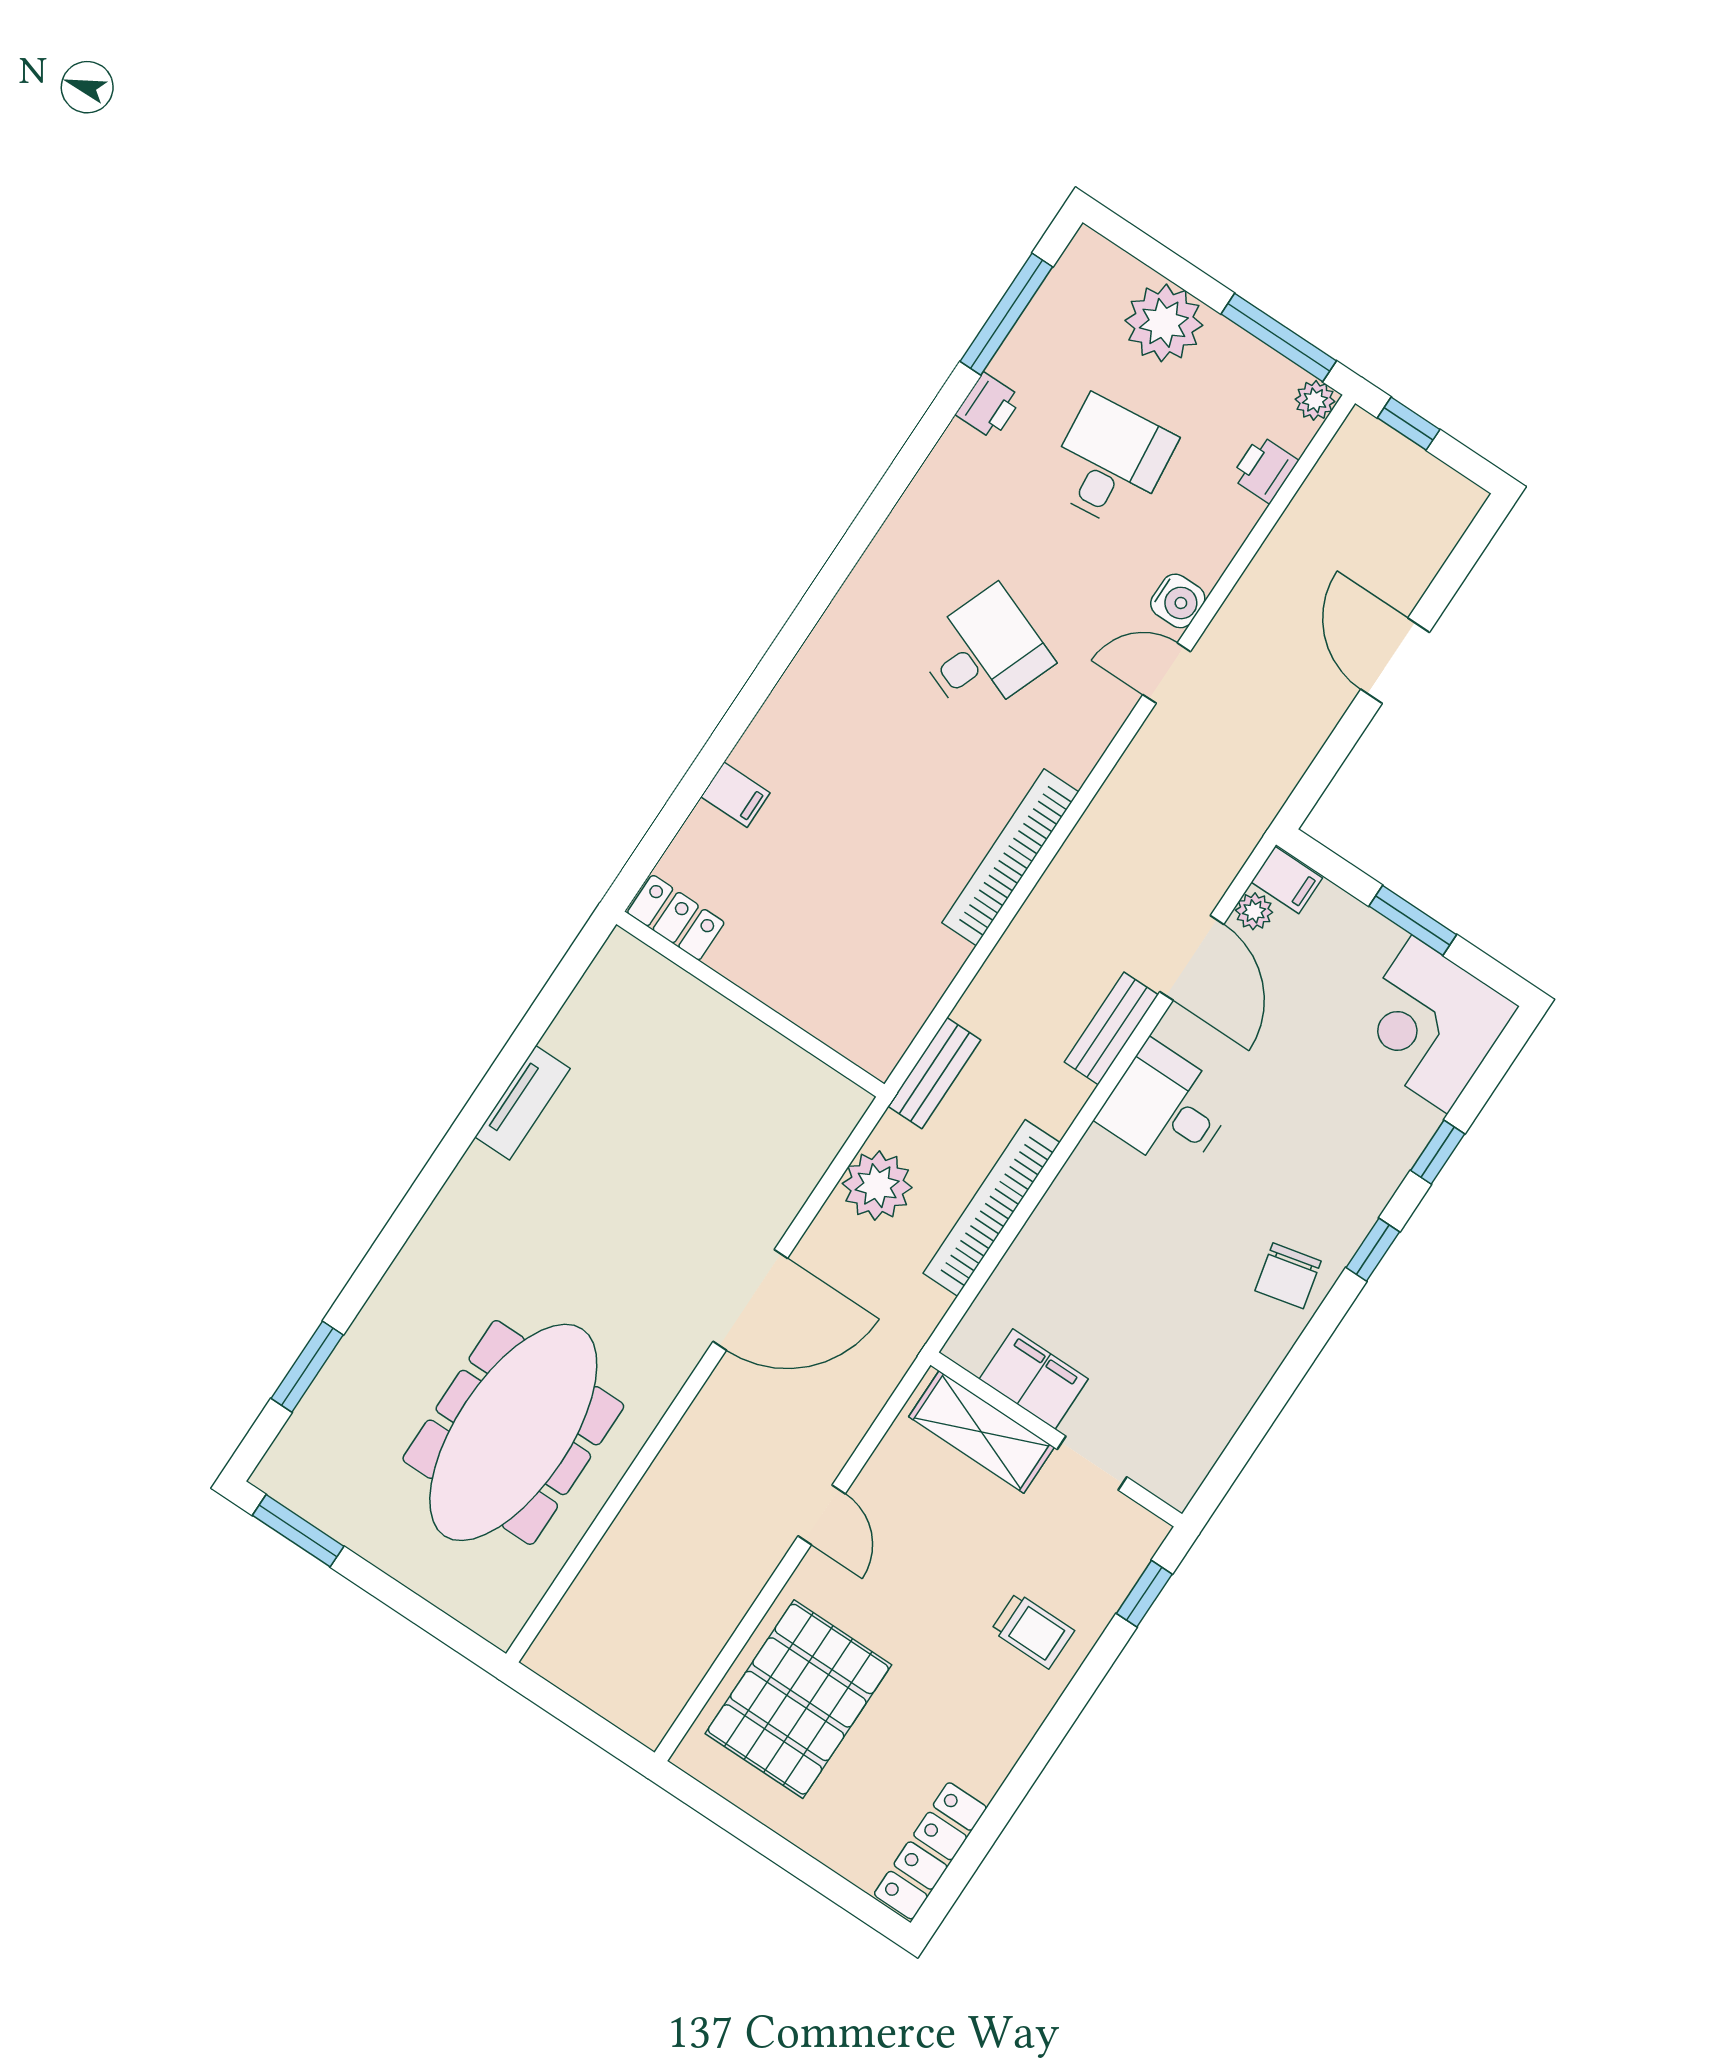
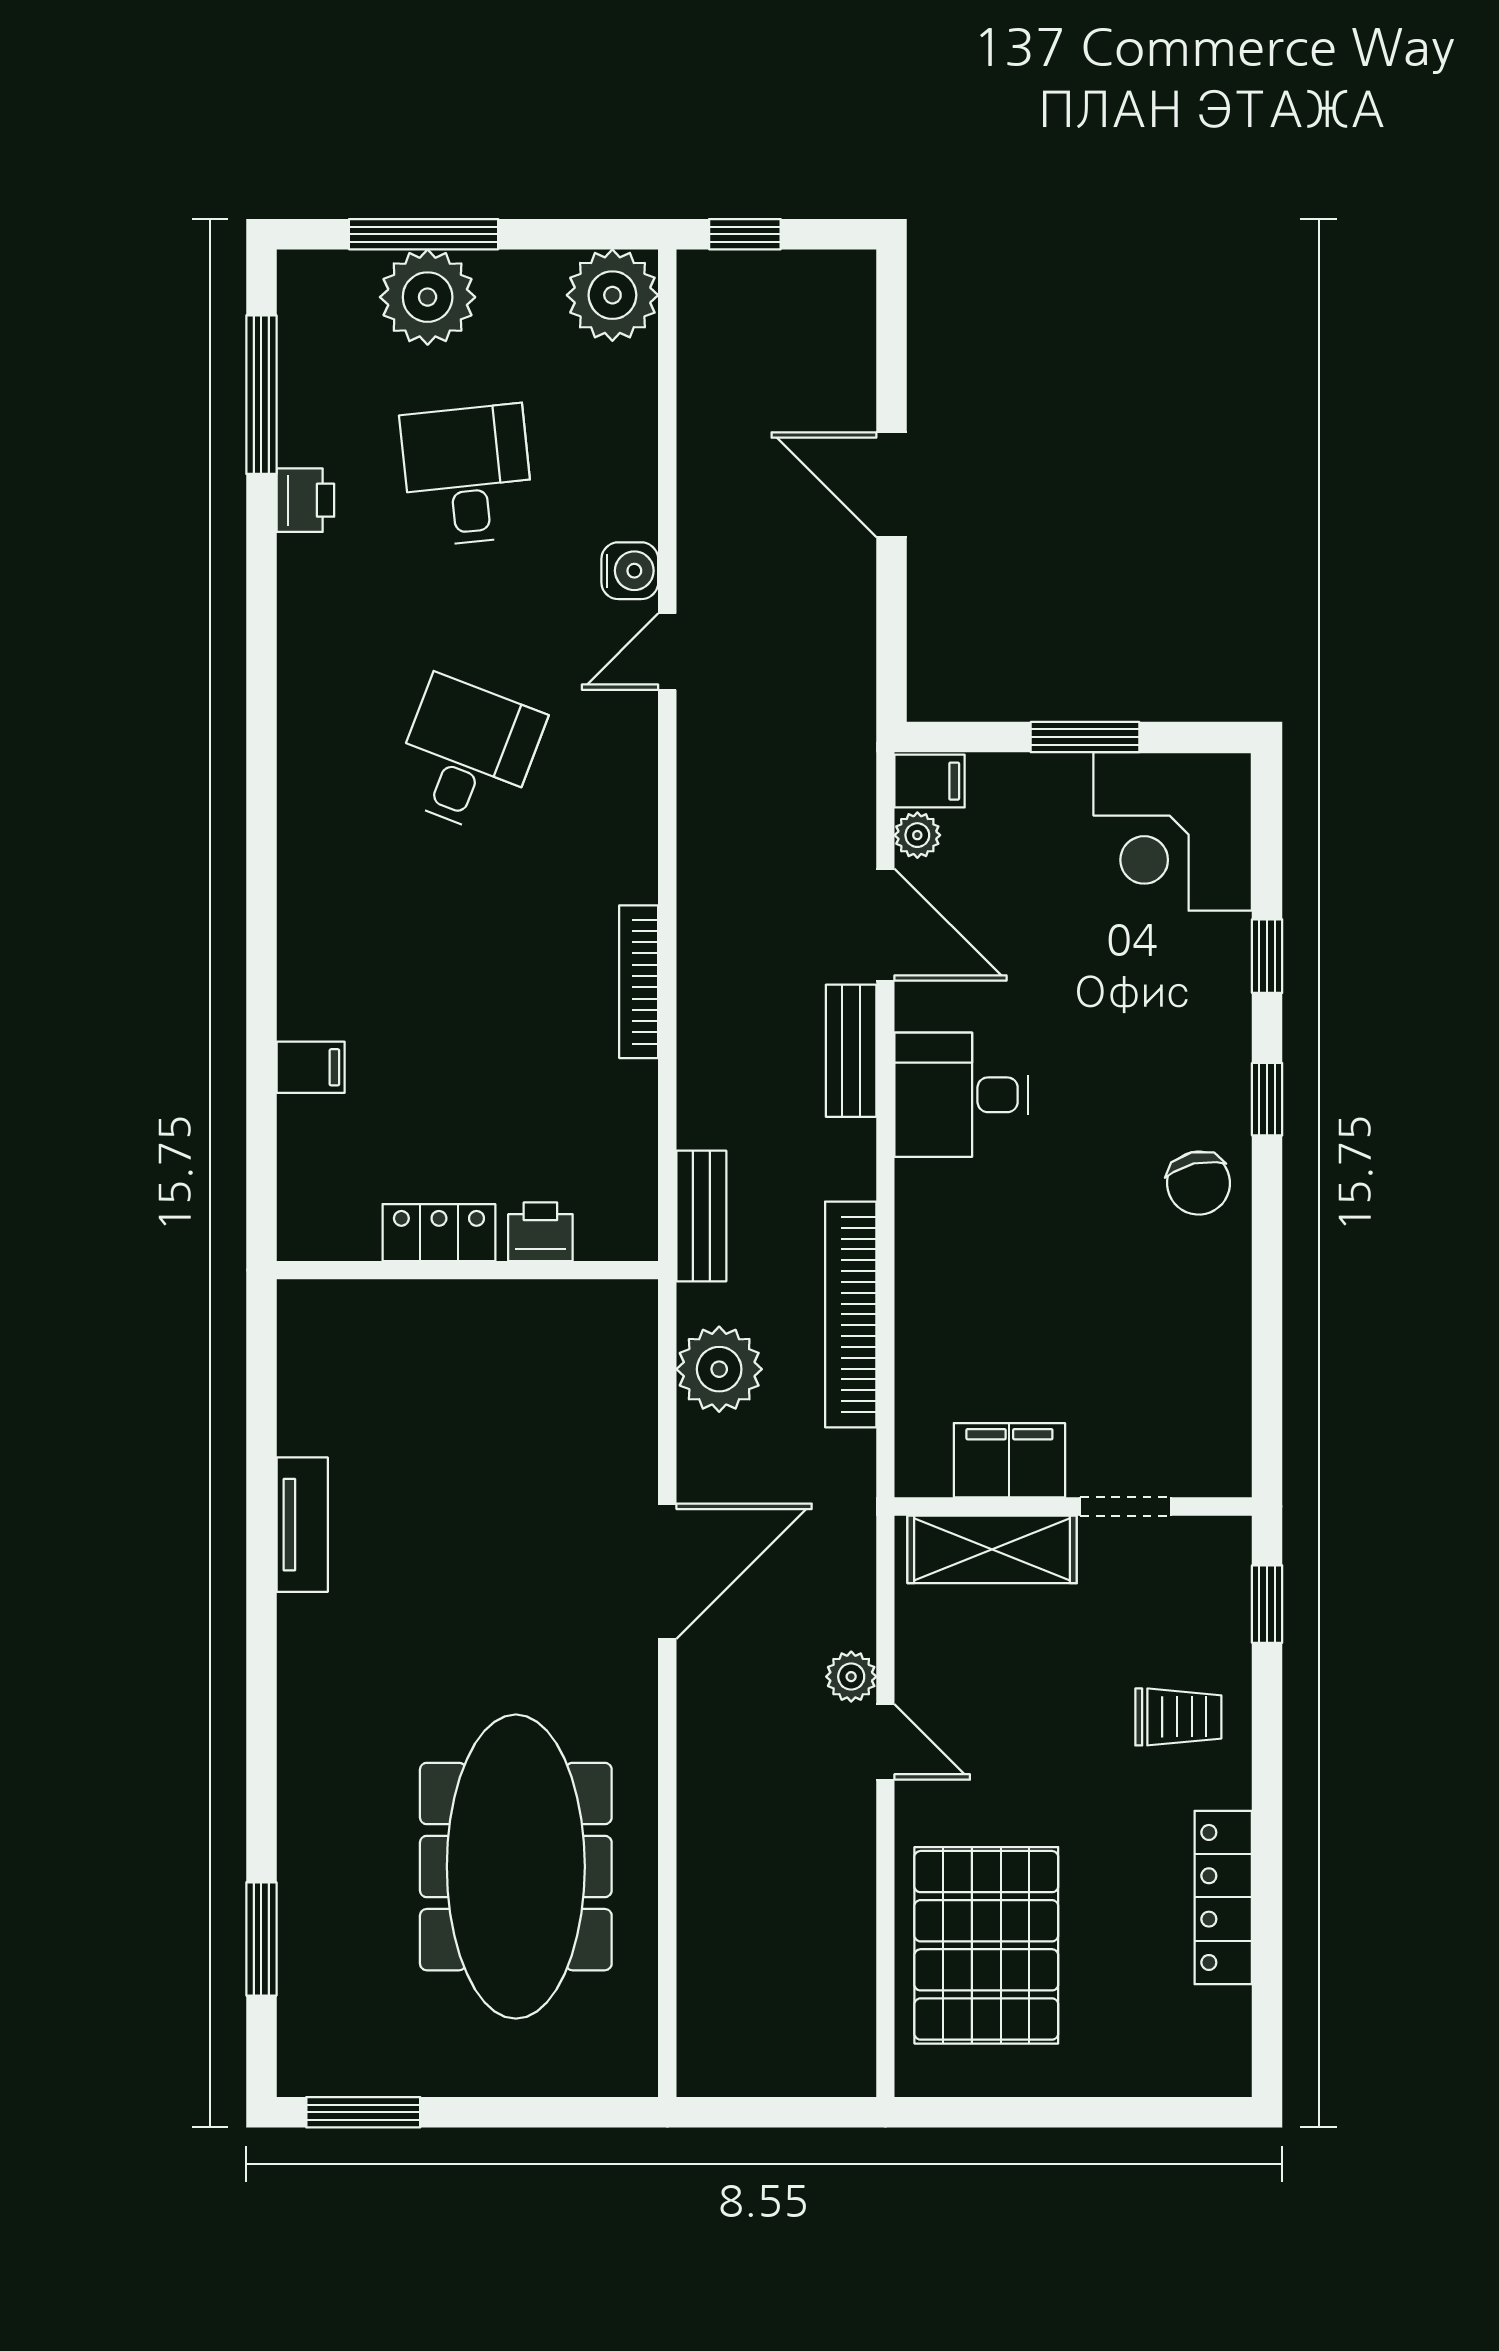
window: (1279, 337) -> (424, 234), moved
plant: (1315, 400) -> (612, 295), width x1.87, depth x1.87
printer: (1264, 469) -> (540, 1232), moved, turned 90
bookcase: (1010, 857) -> (639, 982), width x0.68, depth x0.76
locker: (676, 918) -> (439, 1233), moved
plant: (828, 1455) -> (851, 1677), added
locker: (930, 1851) -> (1223, 1897), moved

